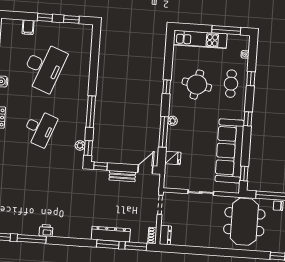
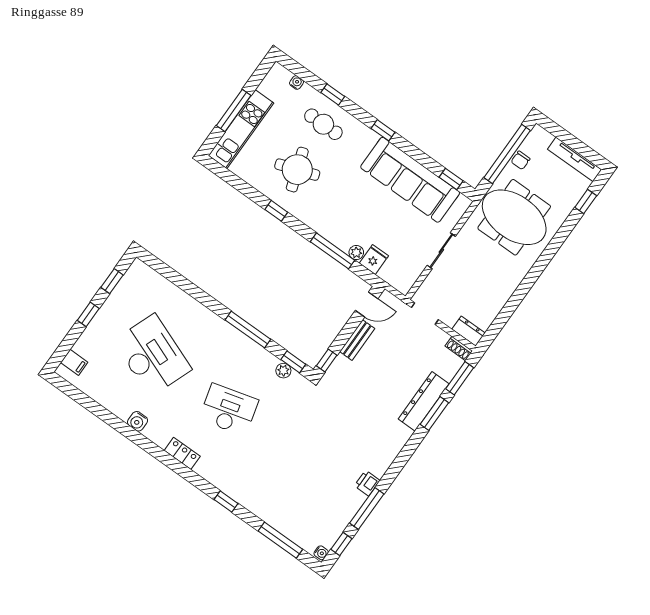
filing cabinet: (28, 27) -> (74, 362), moved
window: (226, 30) -> (234, 111), moved
round table: (197, 85) -> (297, 170), turned -30
plant: (173, 121) -> (356, 253), moved
desk: (40, 128) -> (229, 410), turned -36
door: (145, 169) -> (367, 305), swing flipped

